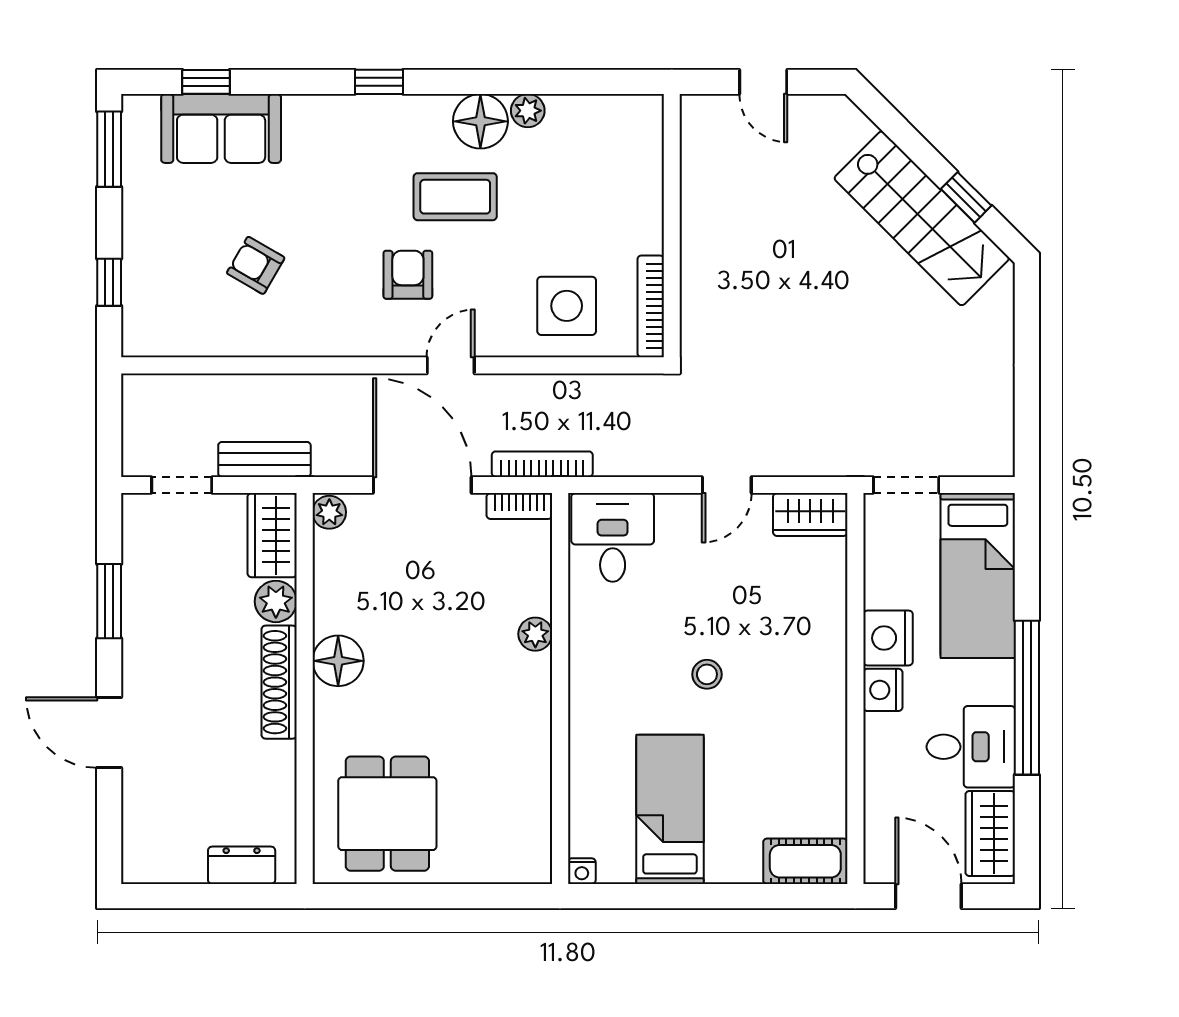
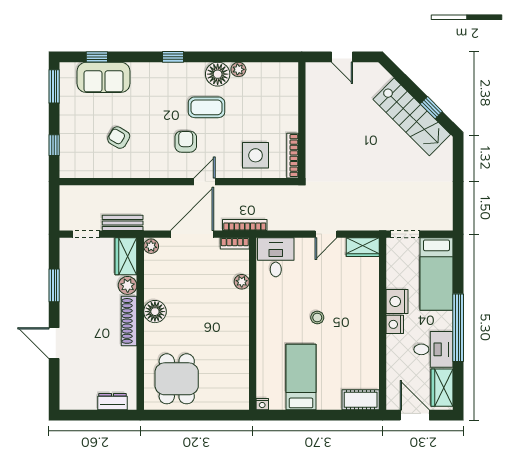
door: (422, 485) -> (192, 234), hinge flipped
plant: (535, 634) -> (242, 282), moved

